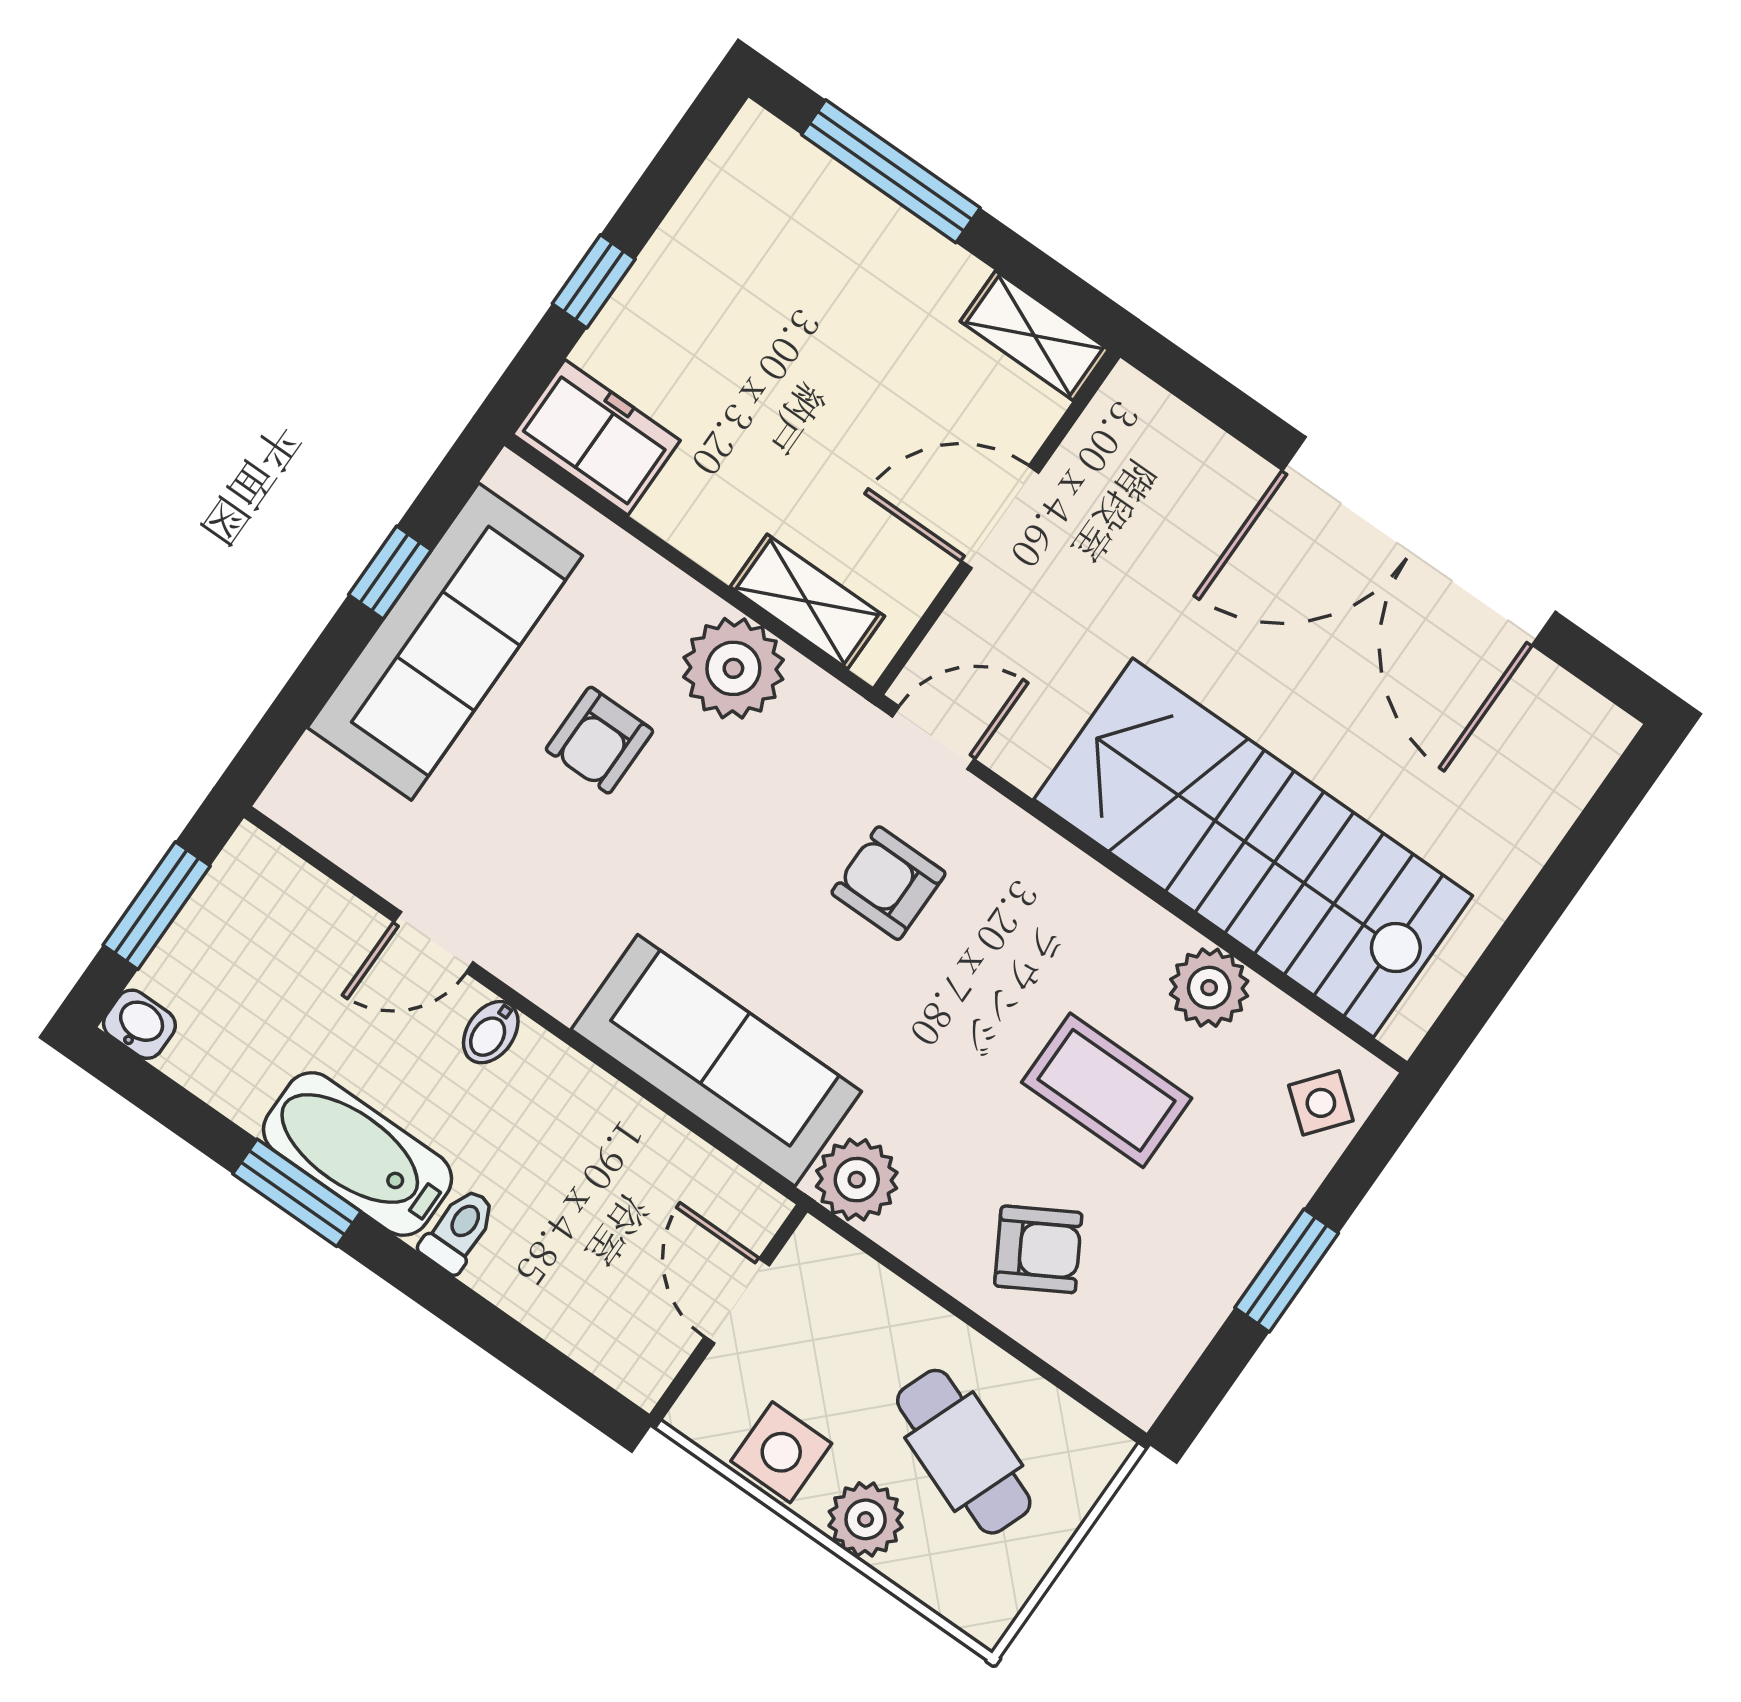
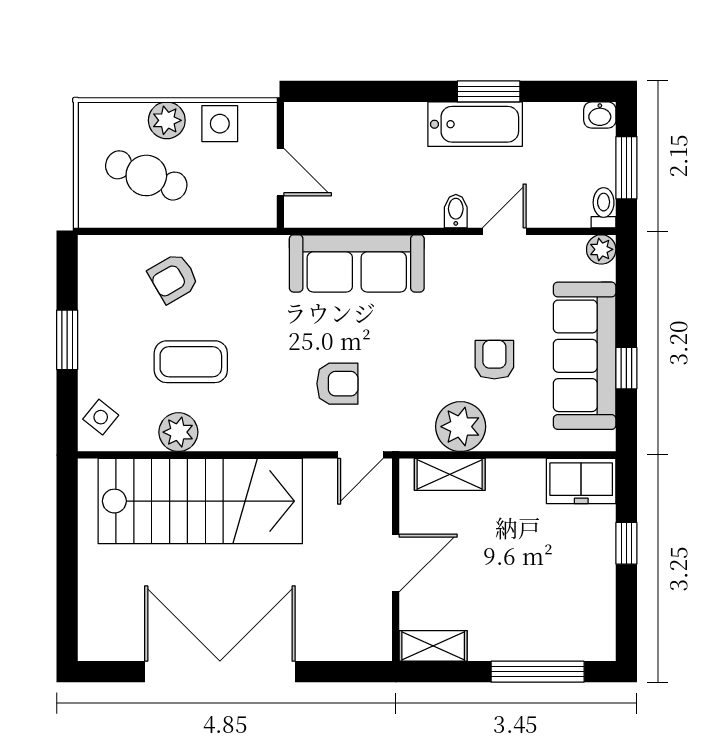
plant: (857, 1180) -> (601, 249), moved, width x0.73, depth x0.73
toilet: (459, 1230) -> (604, 208), moved, turned 180

